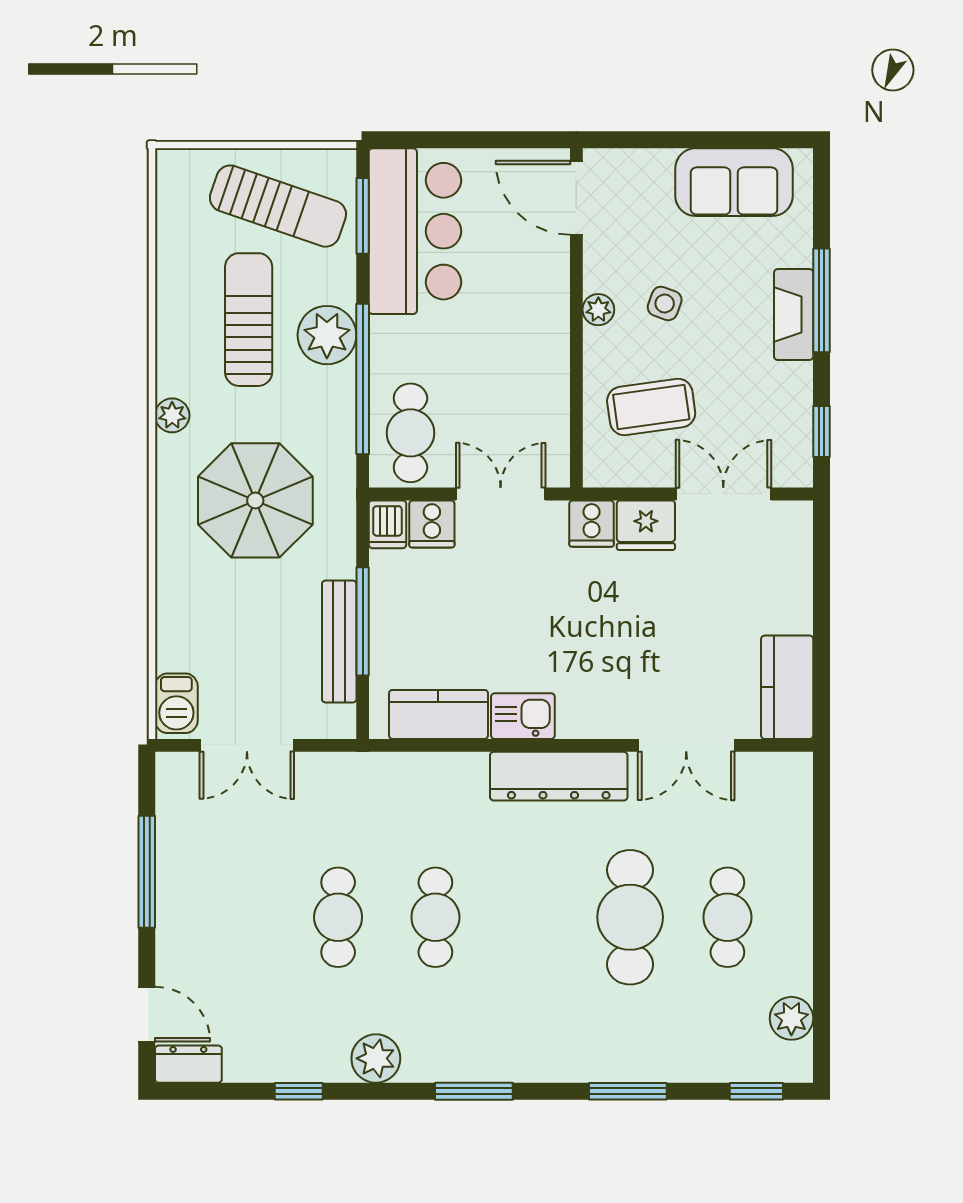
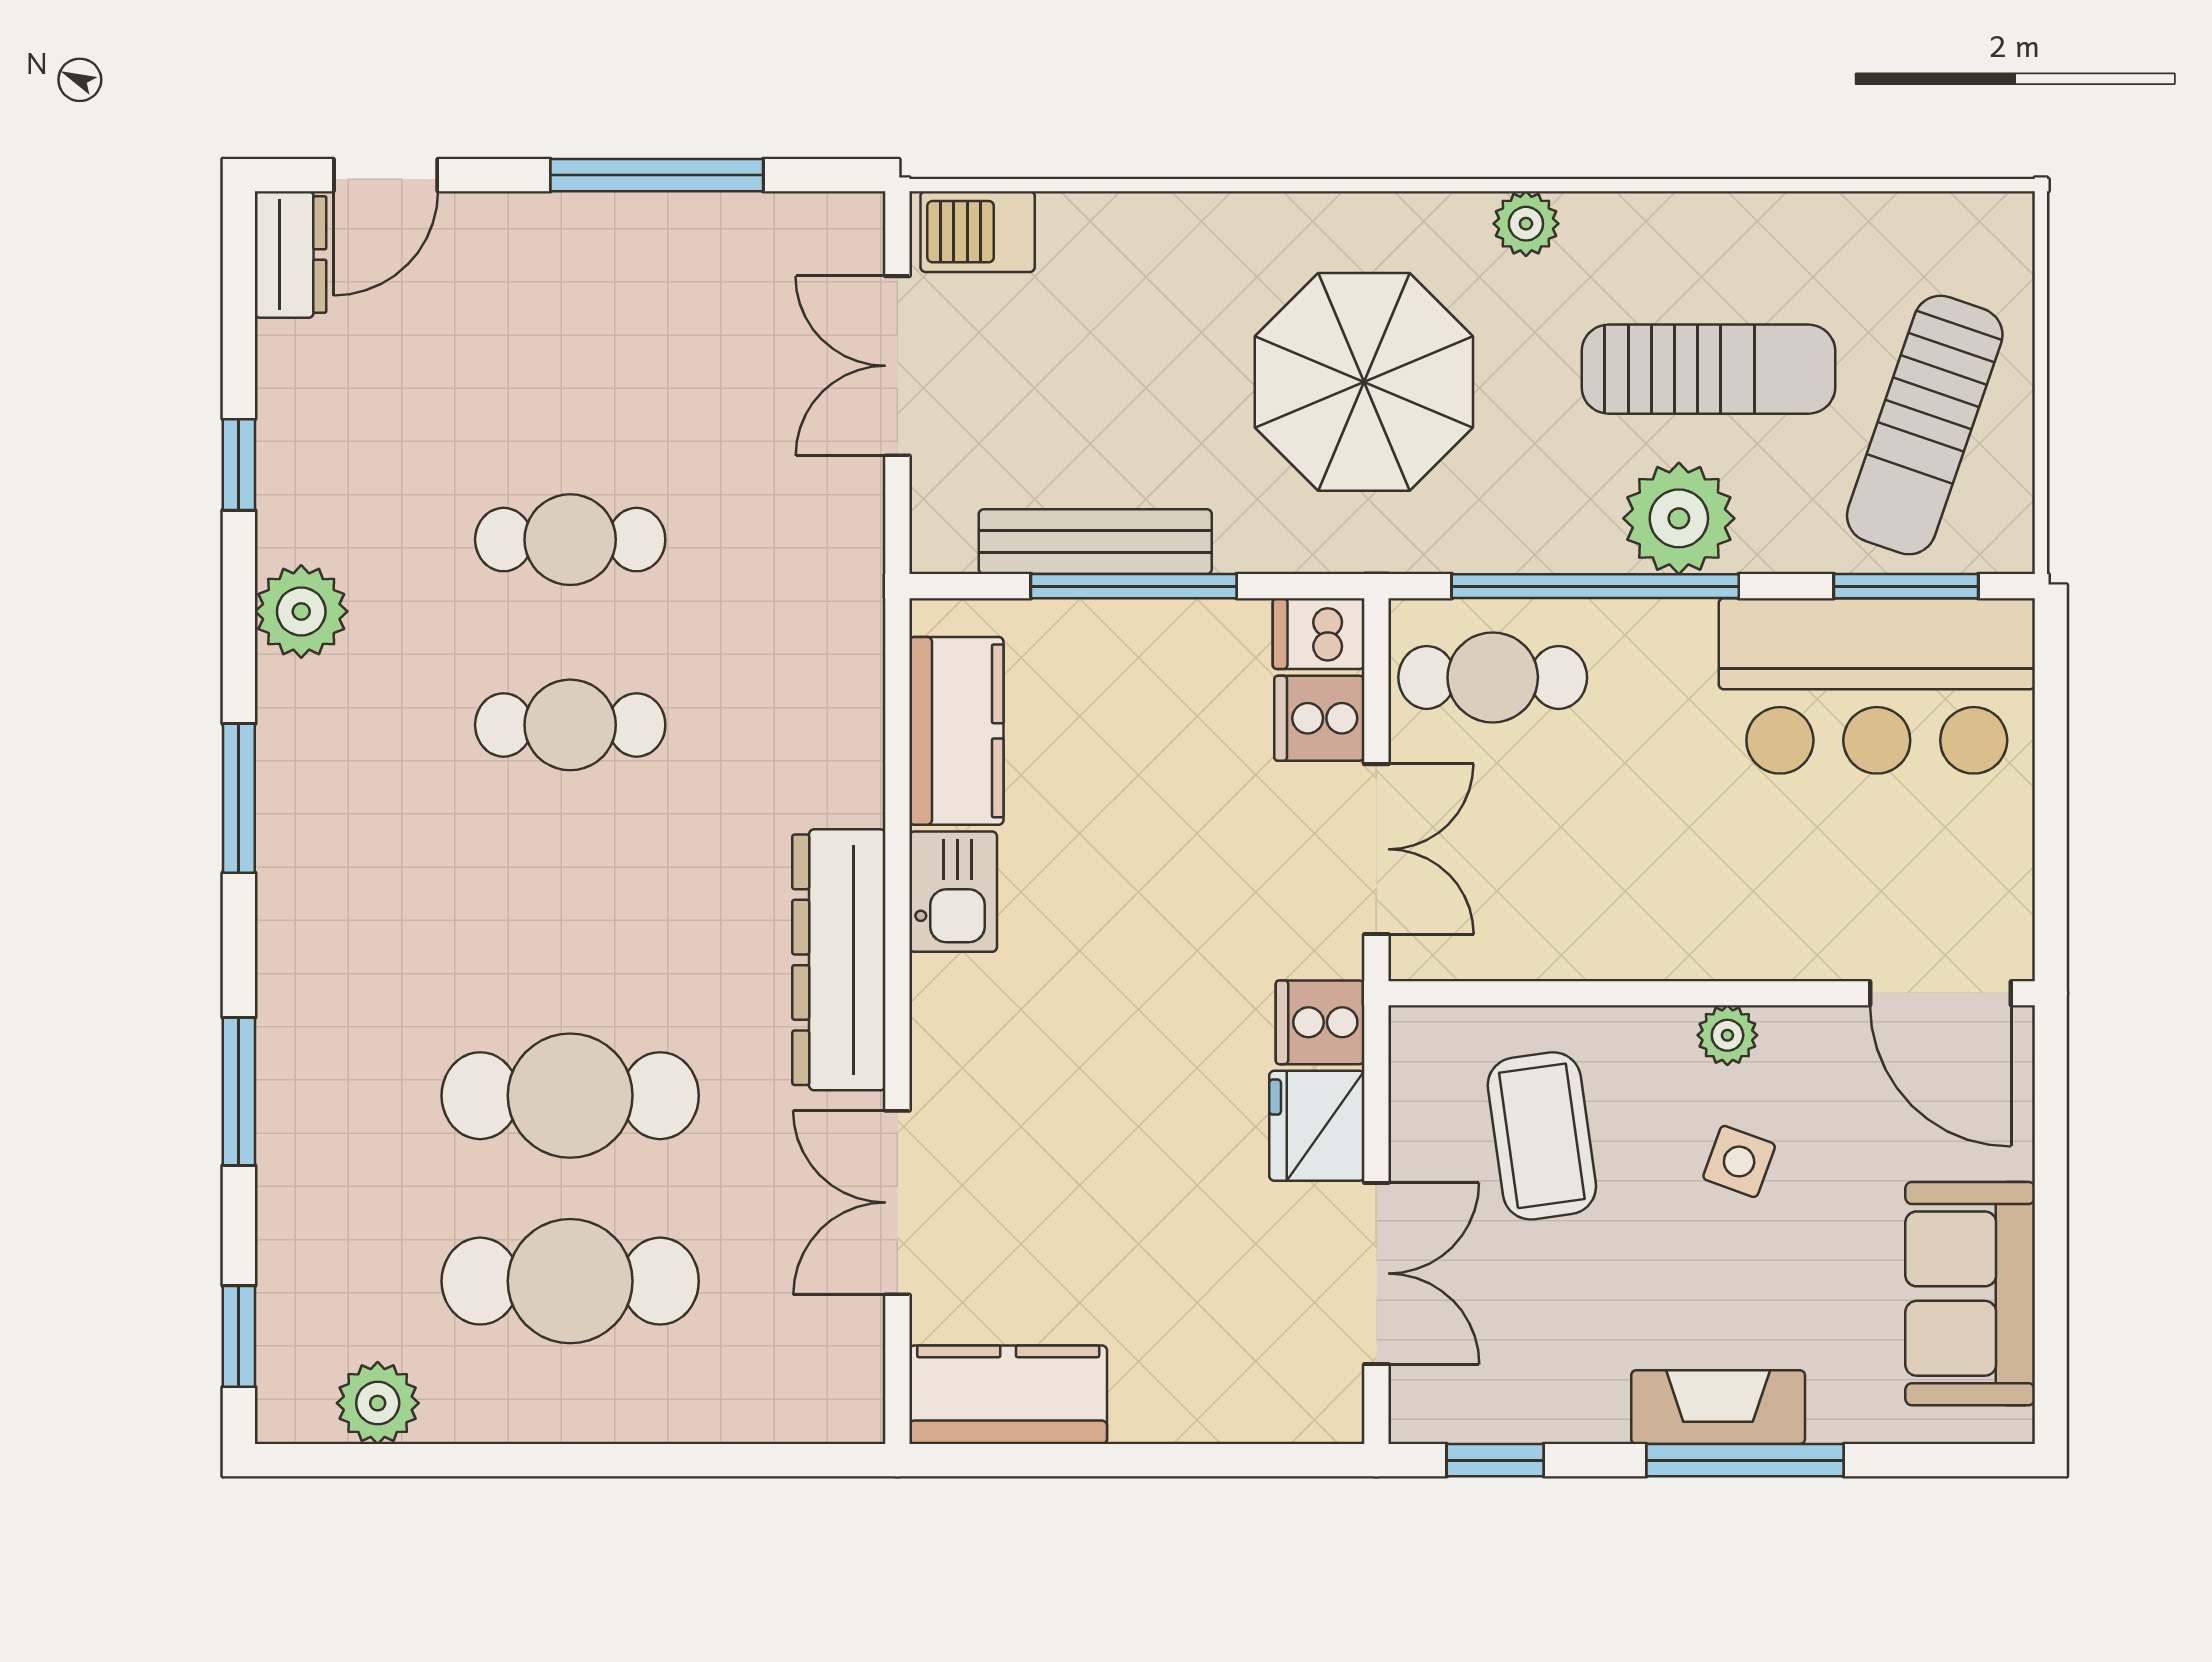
door: (576, 198) -> (1940, 993), swing flipped
cafe table: (727, 917) -> (570, 1281), width x1.37, depth x1.35

